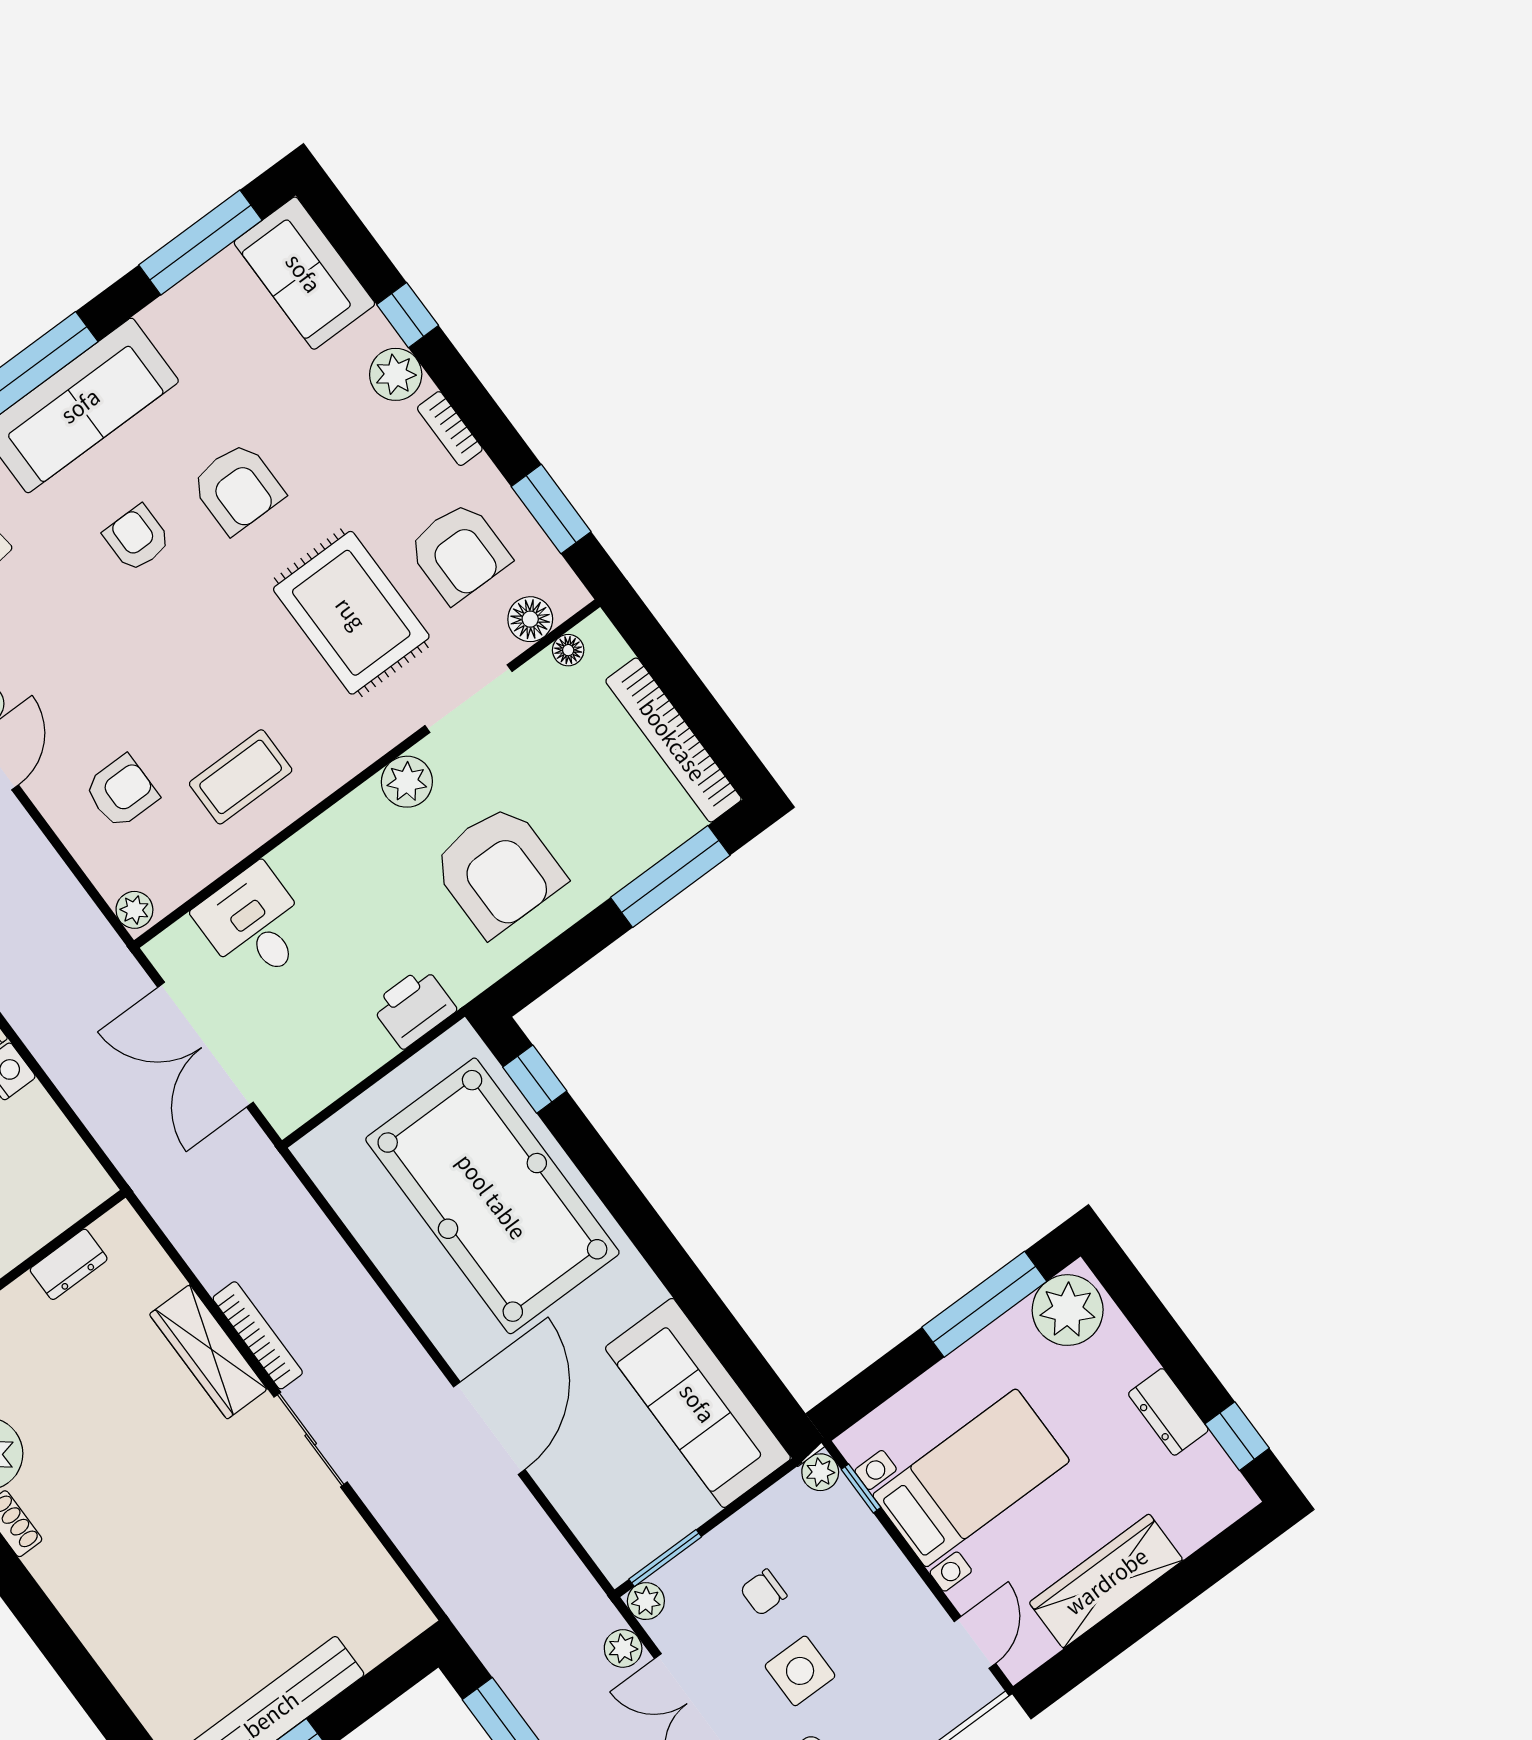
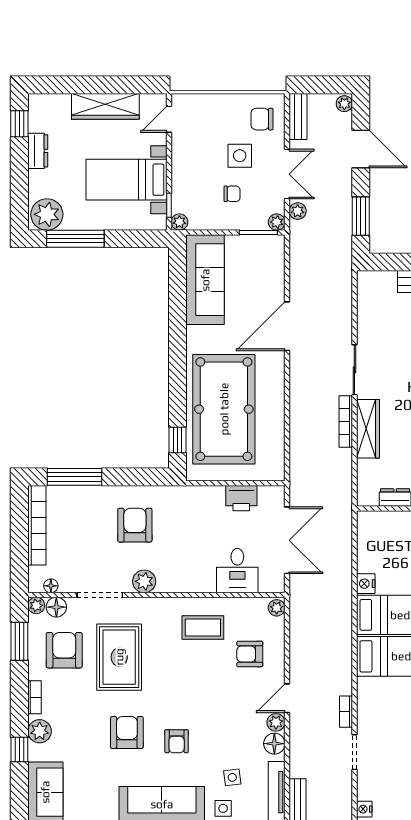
plant: (568, 595) -> (36, 605), added
armchair: (498, 870) -> (135, 525), width x0.73, depth x0.73
printer: (414, 1007) -> (241, 498), moved

